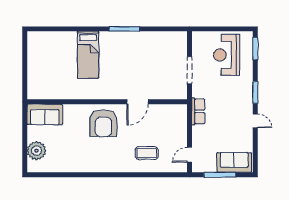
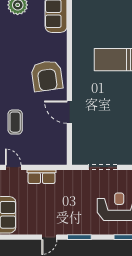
row of seats: (198, 111) -> (42, 177), moved
armchair: (103, 123) -> (47, 76), turned -98

